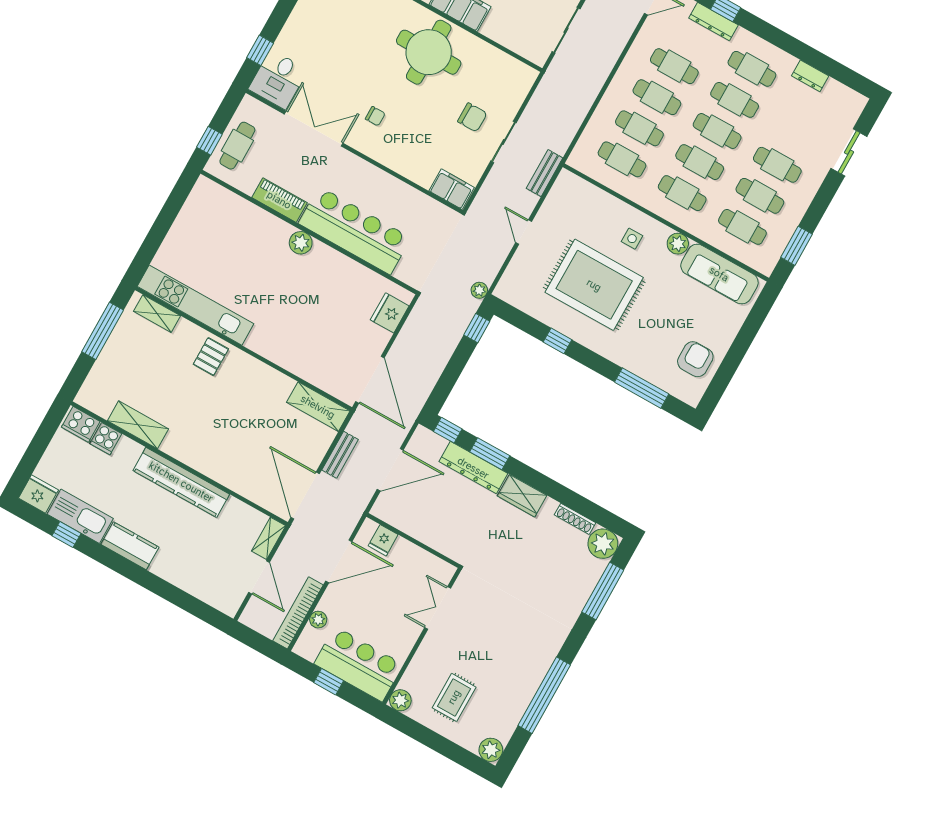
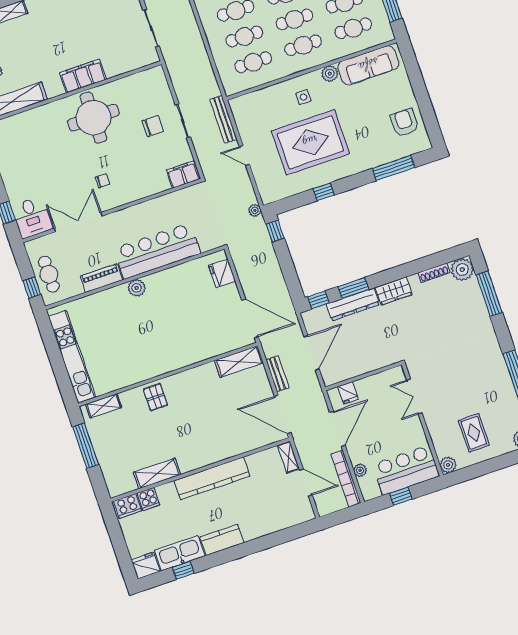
bench: (545, 173) -> (223, 119), width x1.36
kitchen unit: (195, 305) -> (72, 357), moved, turned 90

